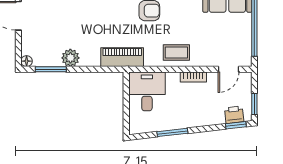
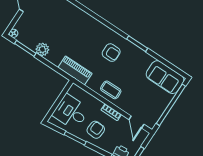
door: (229, 69) -> (136, 122), hinge flipped
desk: (147, 91) -> (71, 112), moved, turned -90
armchair: (189, 108) -> (96, 130), added

